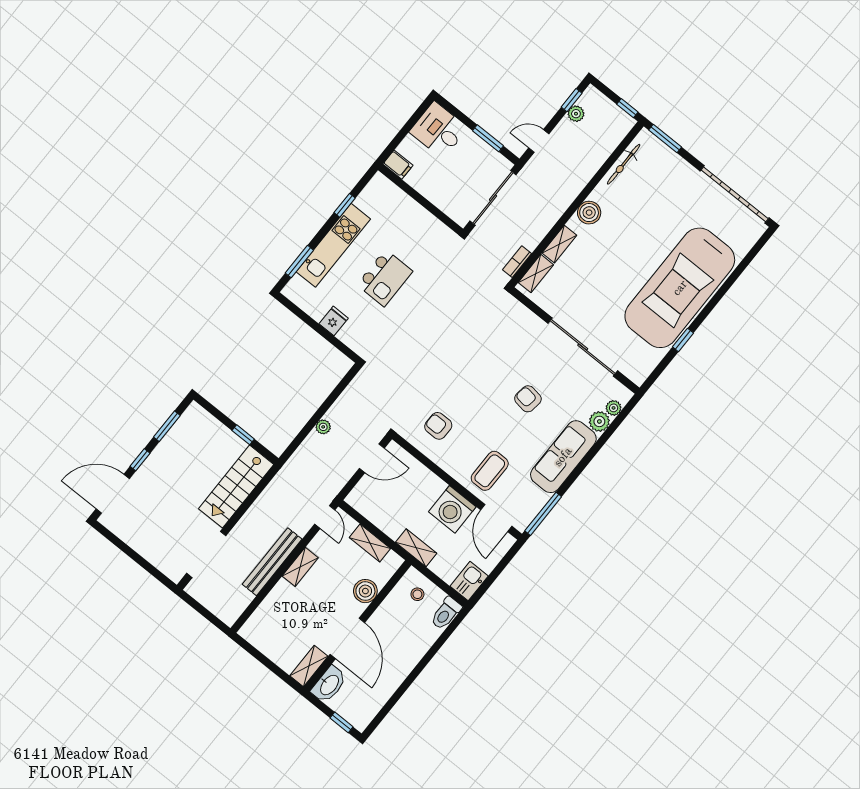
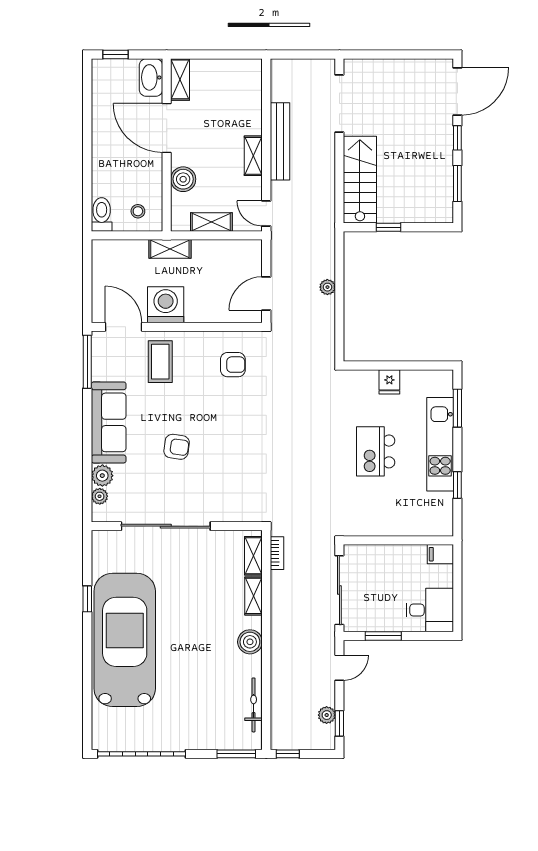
kitchen sink: (469, 581) -> (104, 257), removed

